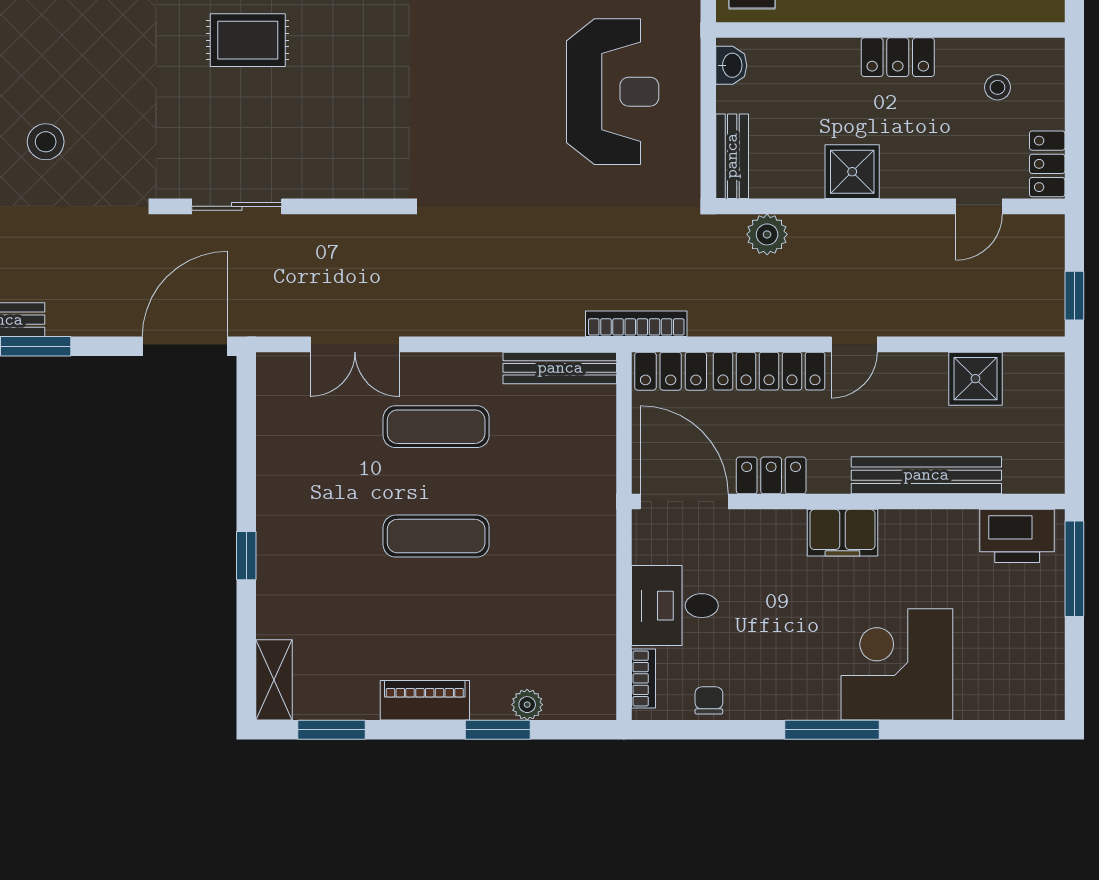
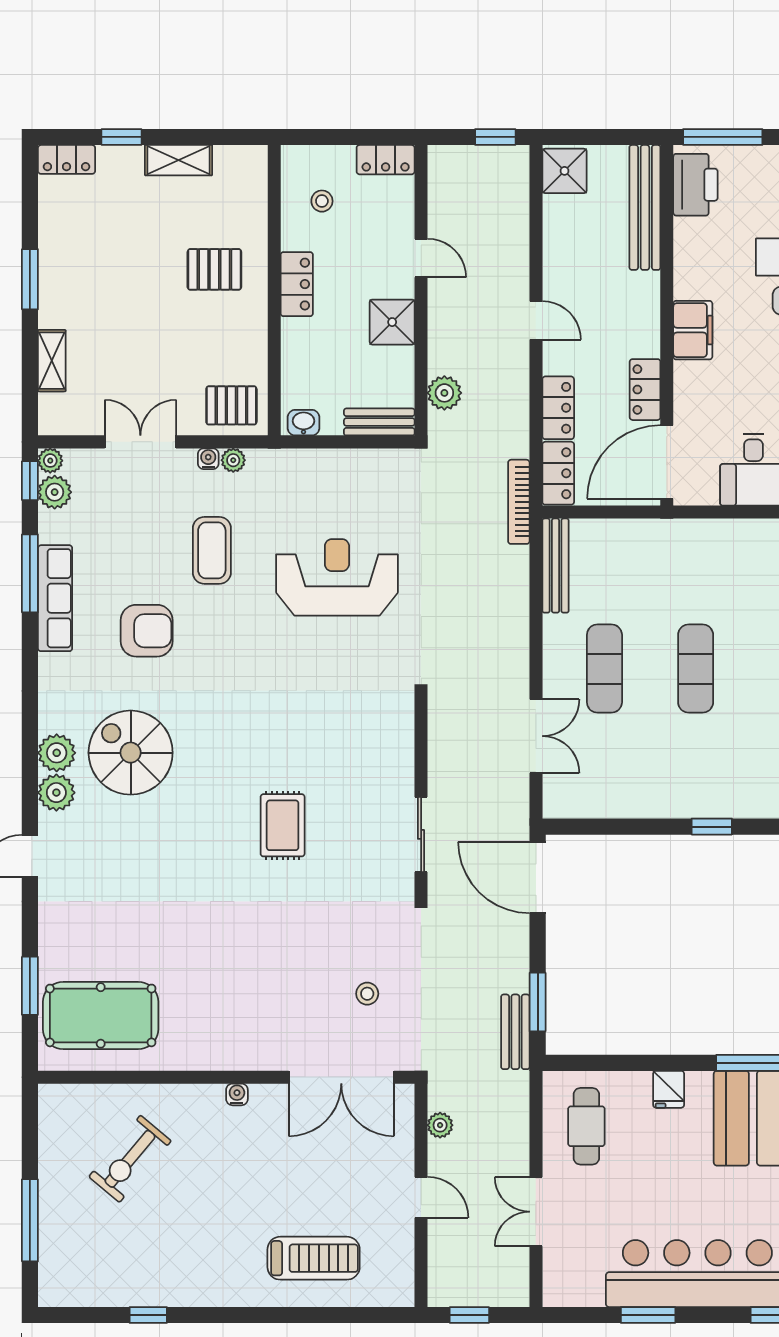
reception desk: (613, 92) -> (337, 577), moved
stool: (46, 142) -> (367, 994), width x0.73, depth x0.73
door: (979, 206) -> (421, 258), moved
locker: (769, 371) -> (558, 408), width x0.66
shower: (975, 379) -> (565, 171), moved
bench: (926, 475) -> (645, 207), moved

